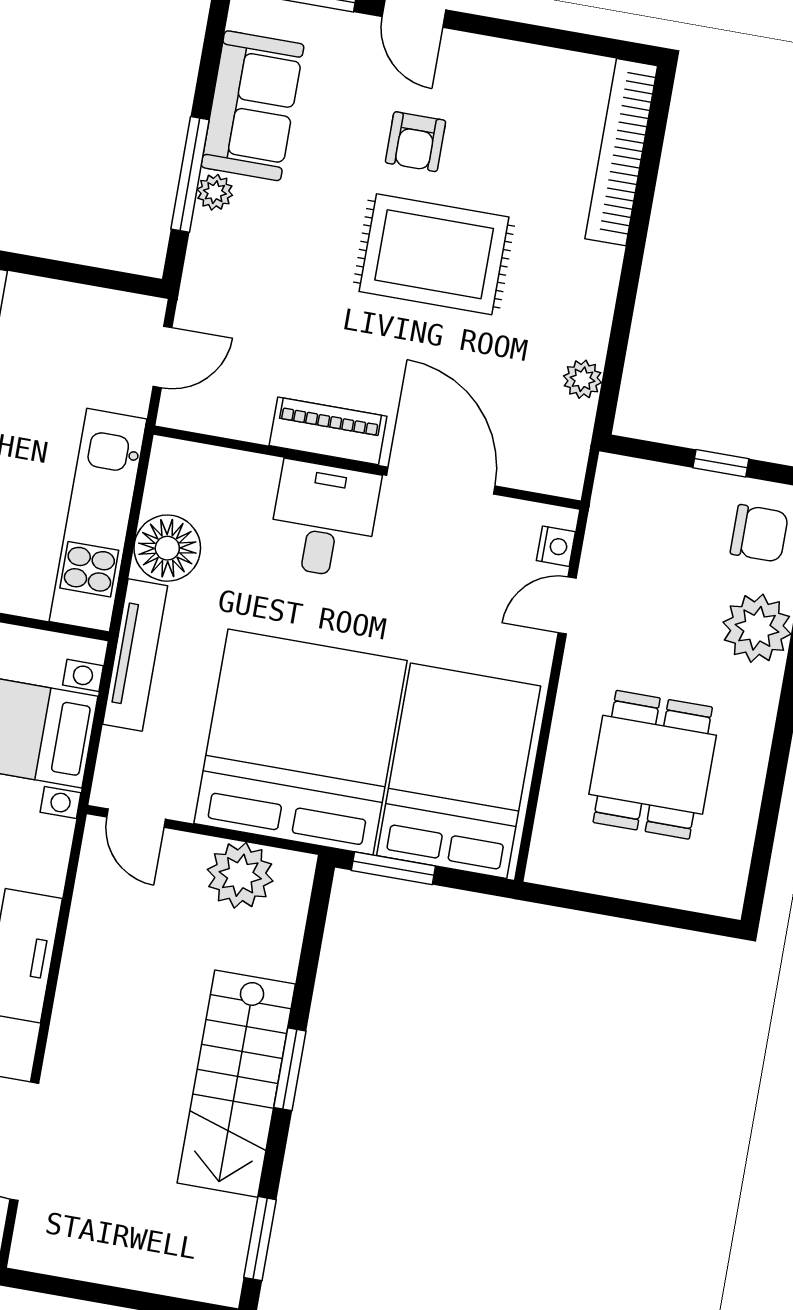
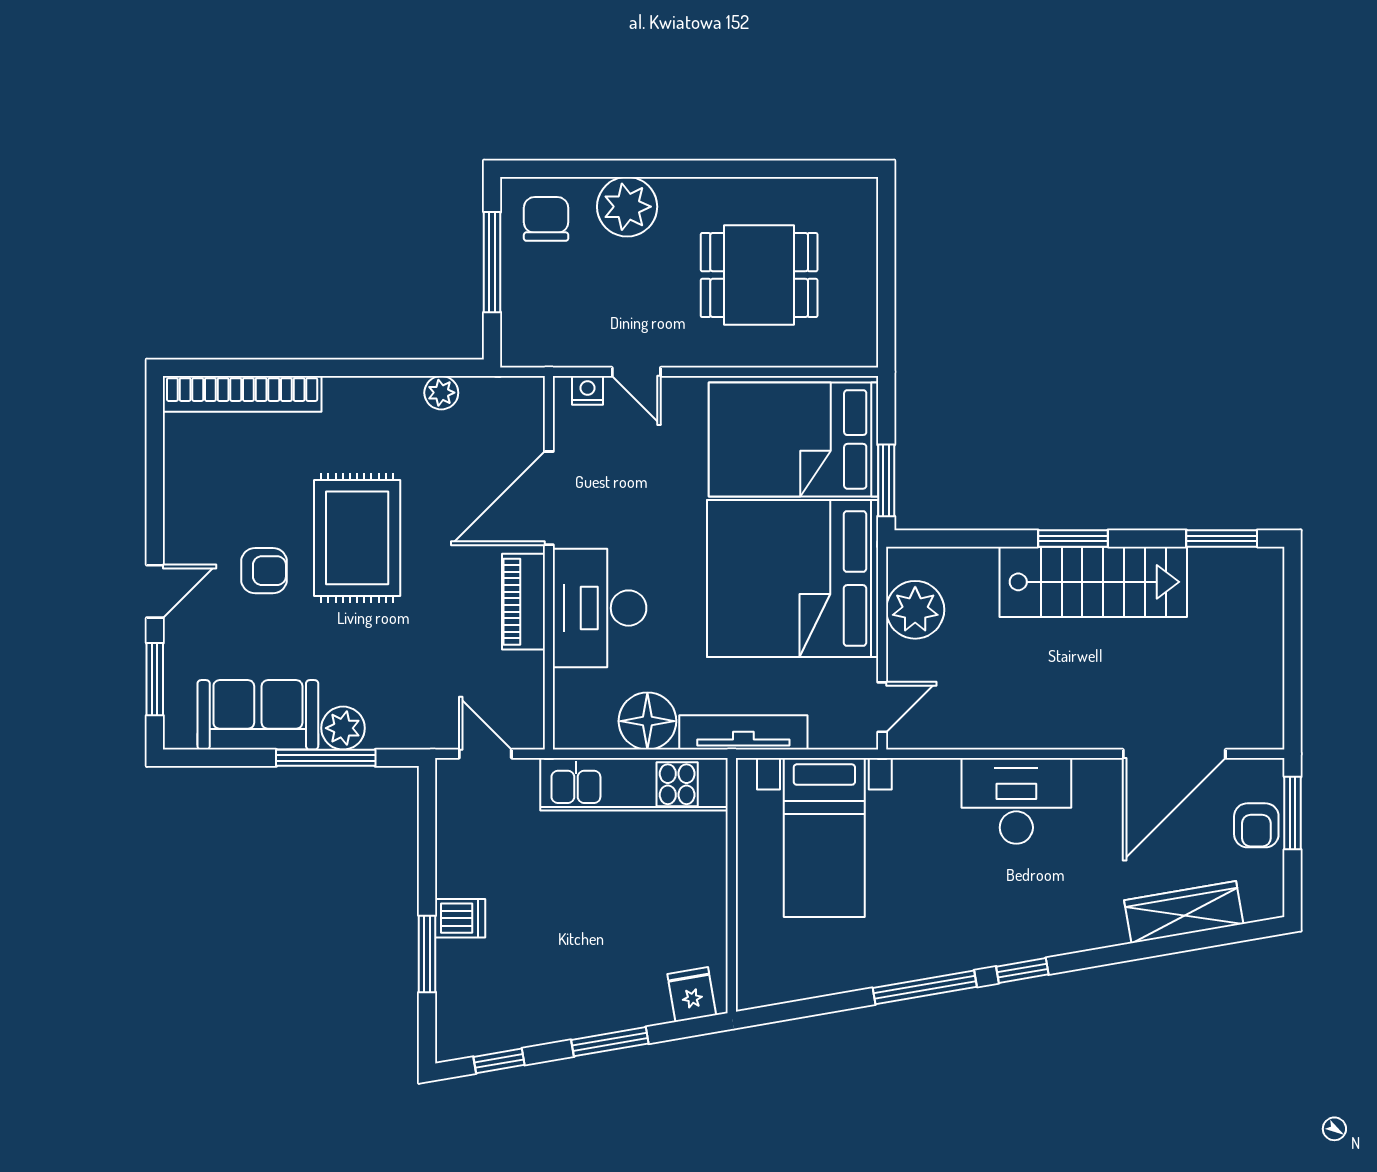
plant: (215, 192) -> (343, 728), width x1.38, depth x1.38
window: (721, 463) -> (492, 262), width x2.17
desk: (324, 520) -> (600, 608), width x1.37

